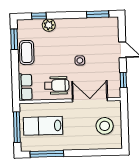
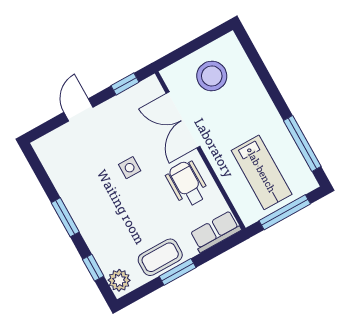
window: (98, 14) -> (65, 217), moved
plant: (49, 25) -> (119, 280), moved
window: (14, 39) -> (178, 272), moved

